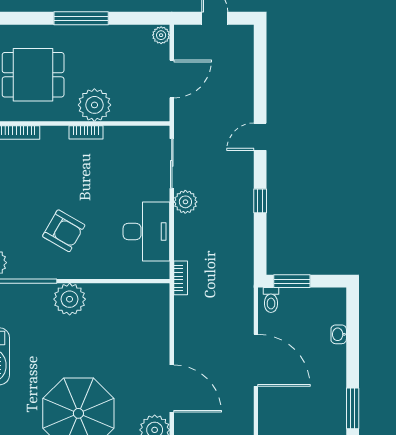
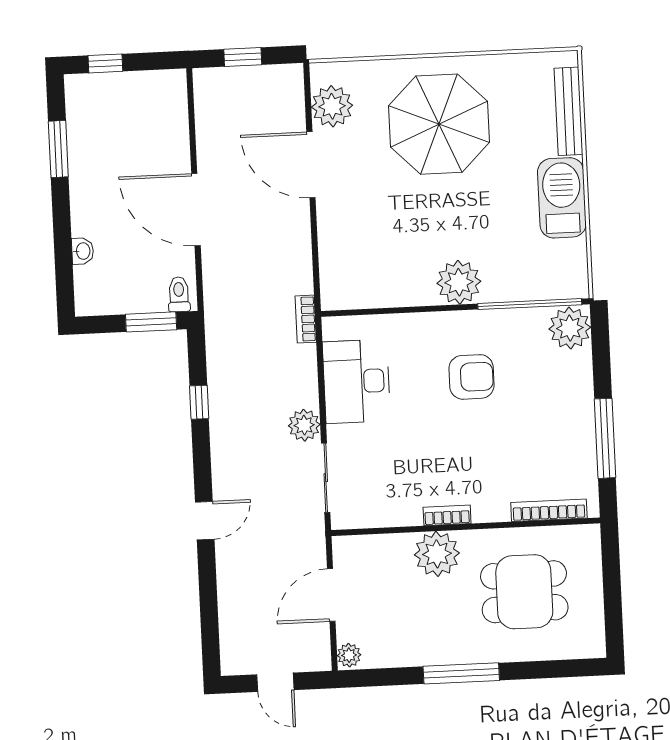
window: (260, 201) -> (199, 402), moved
armchair: (64, 231) -> (471, 377), turned 150

